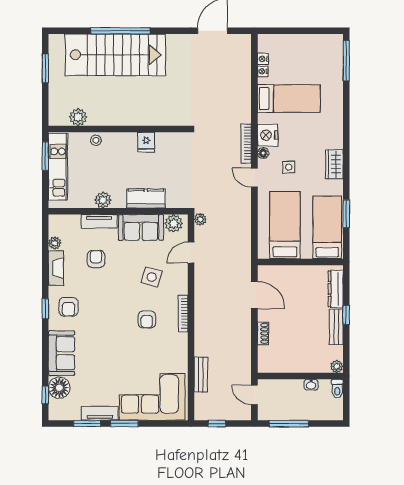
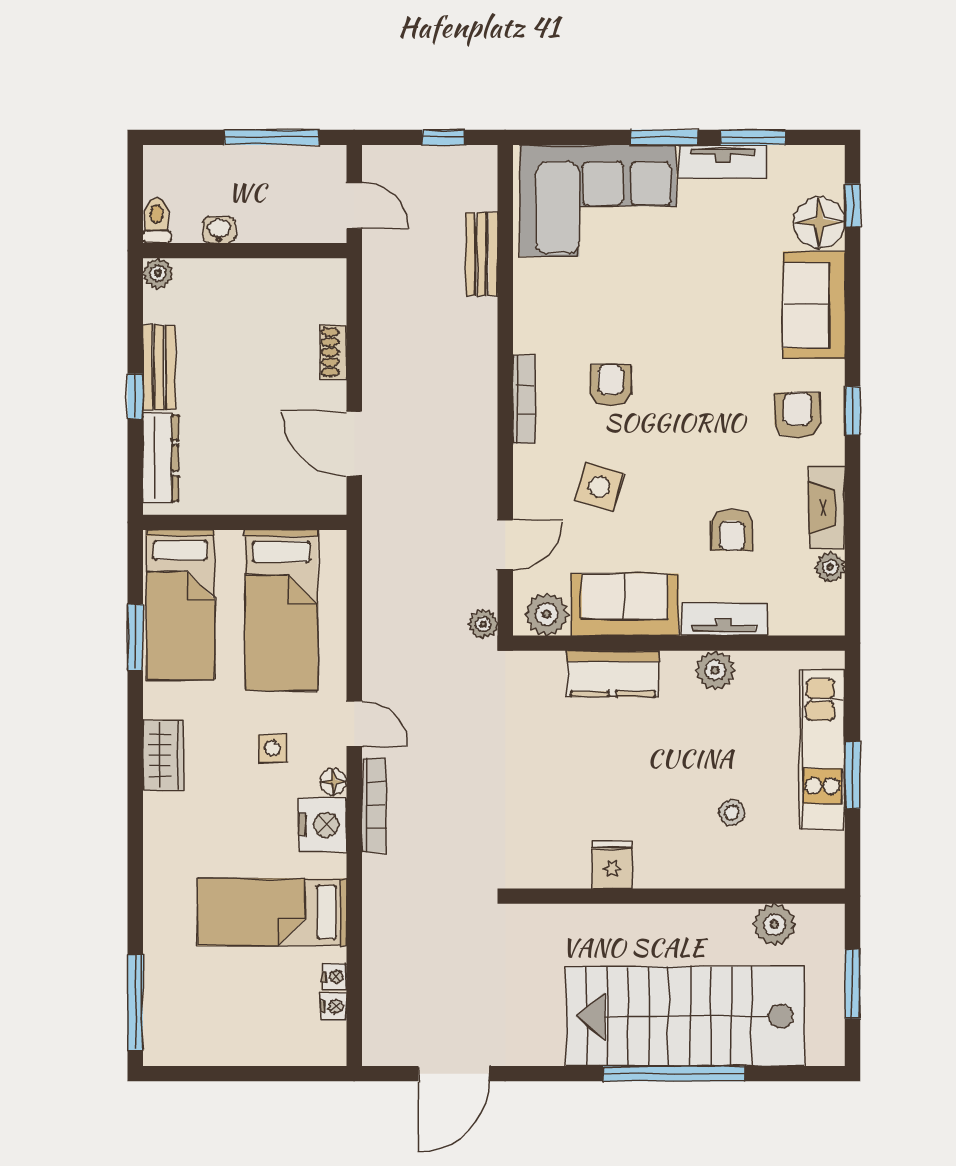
plant: (78, 117) -> (774, 924), moved
wall: (118, 129) -> (679, 896), moved
fridge: (146, 142) -> (612, 865), moved

